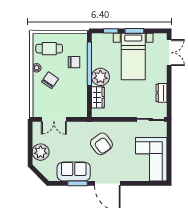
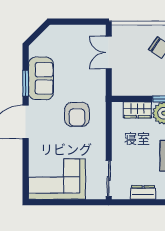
armchair: (101, 144) -> (77, 114), turned -53
plant: (41, 152) -> (66, 35), removed

